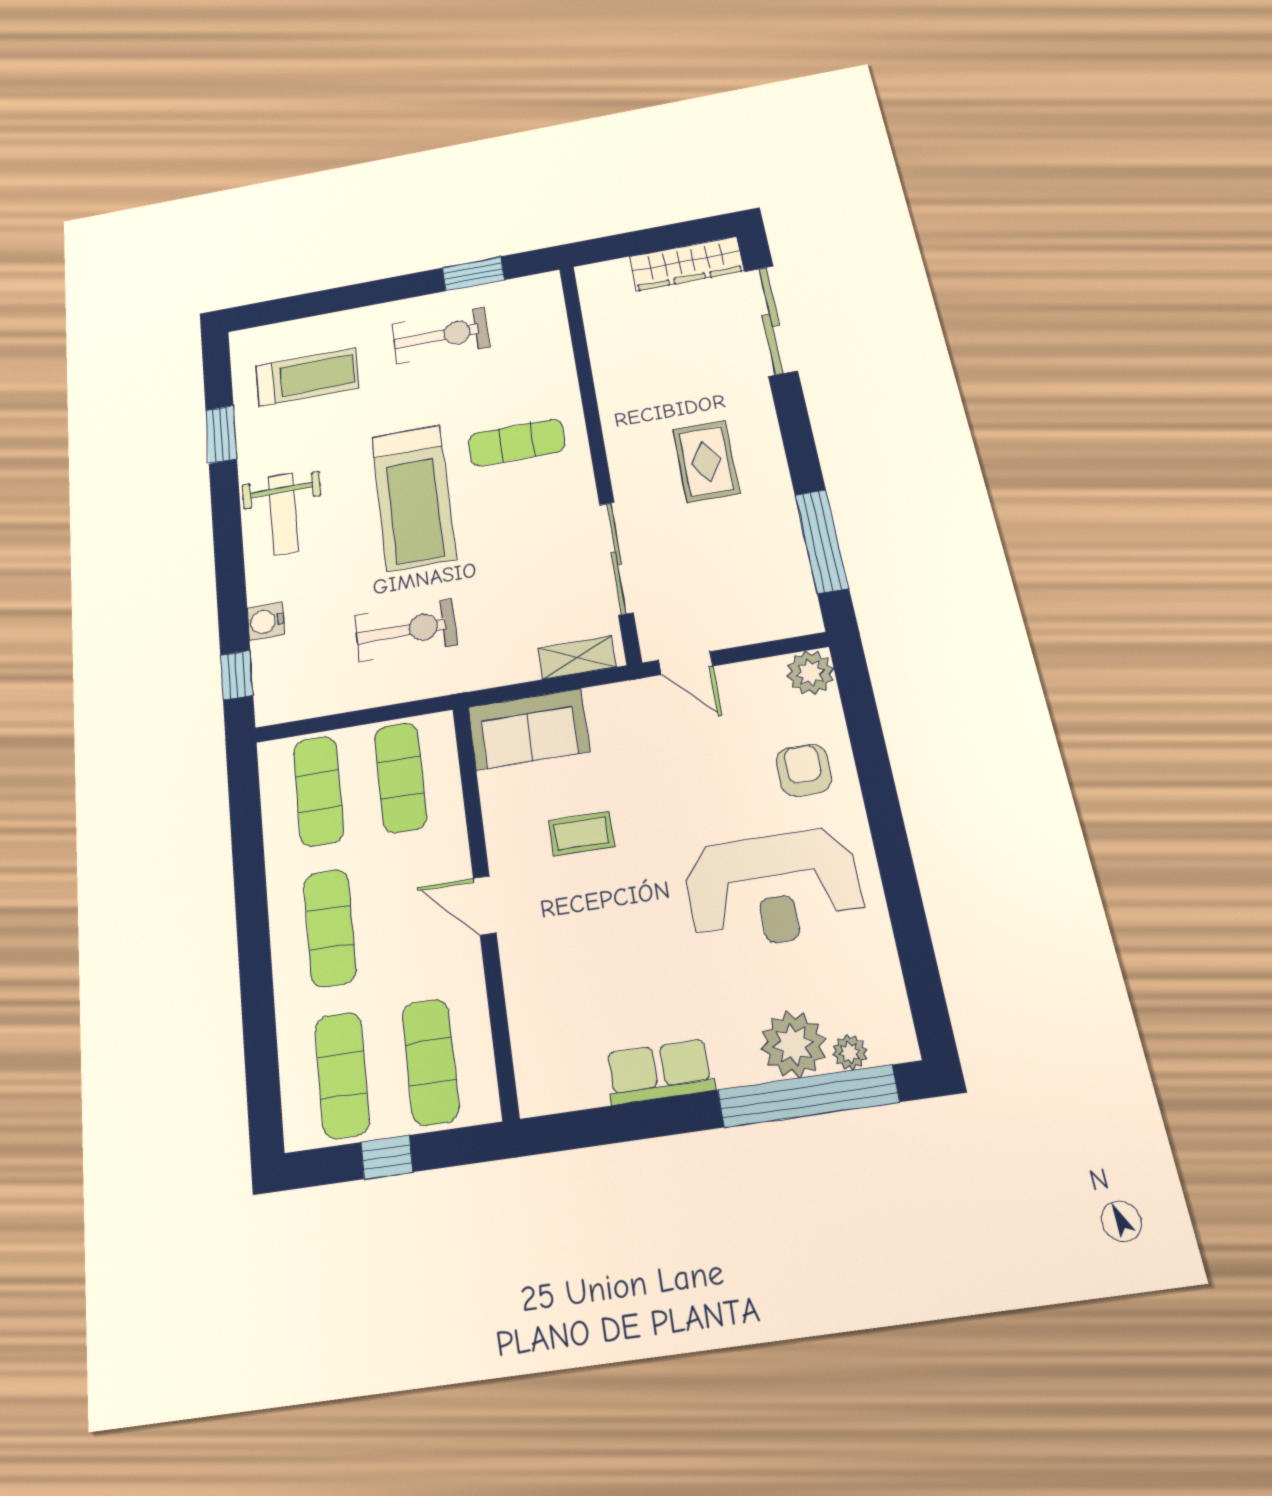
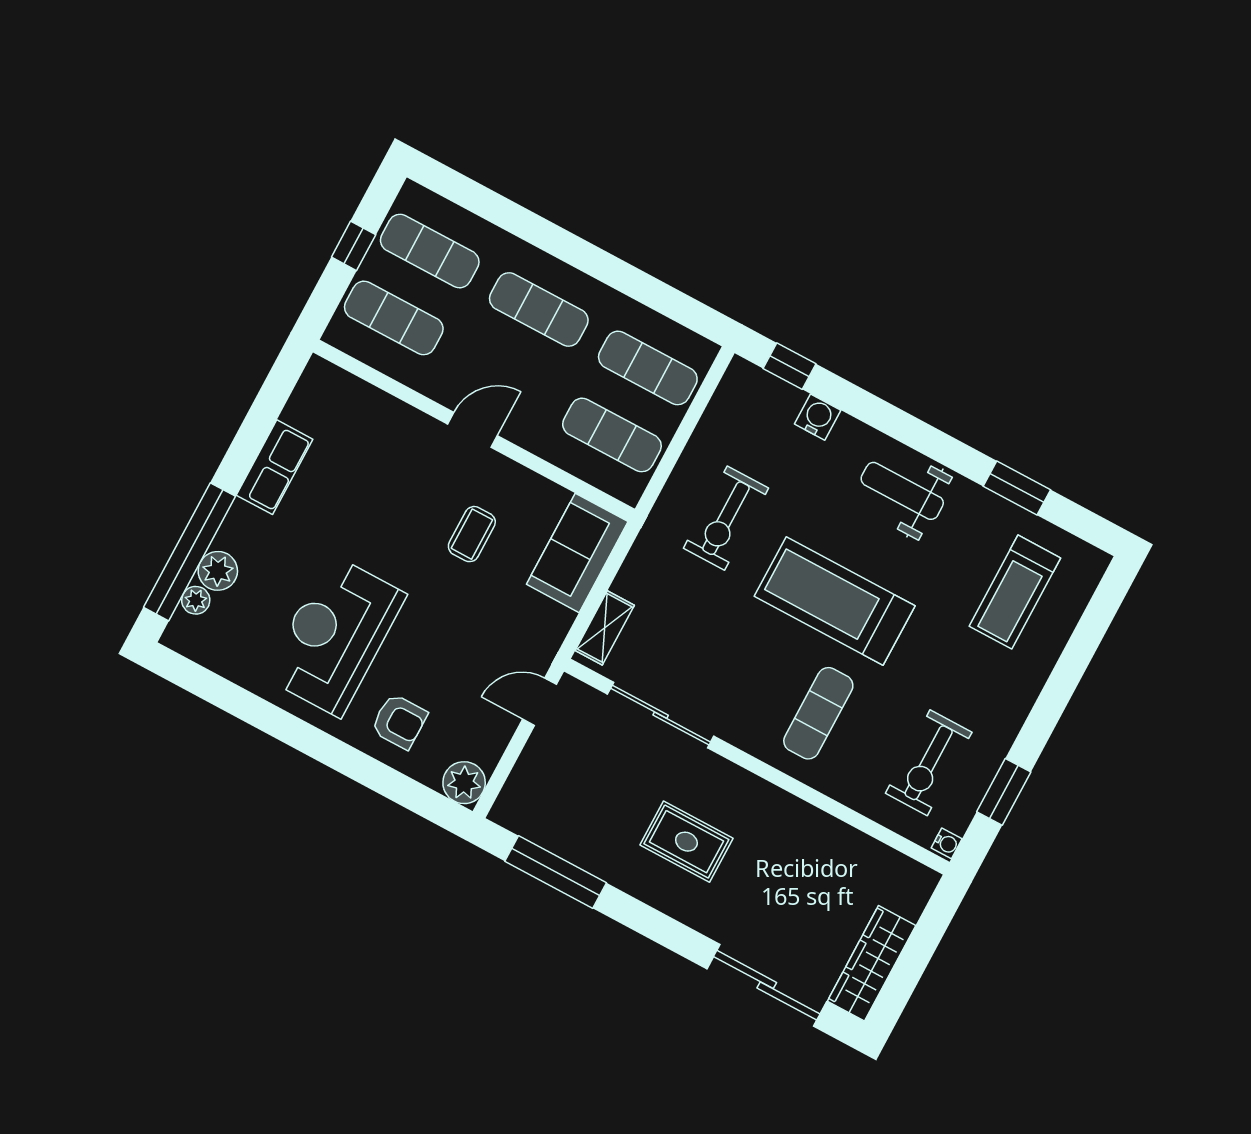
water cooler: (547, 282) -> (947, 843), added
exercise bike: (441, 336) -> (929, 763), moved
plant: (793, 1044) -> (218, 571), width x0.73, depth x0.73

